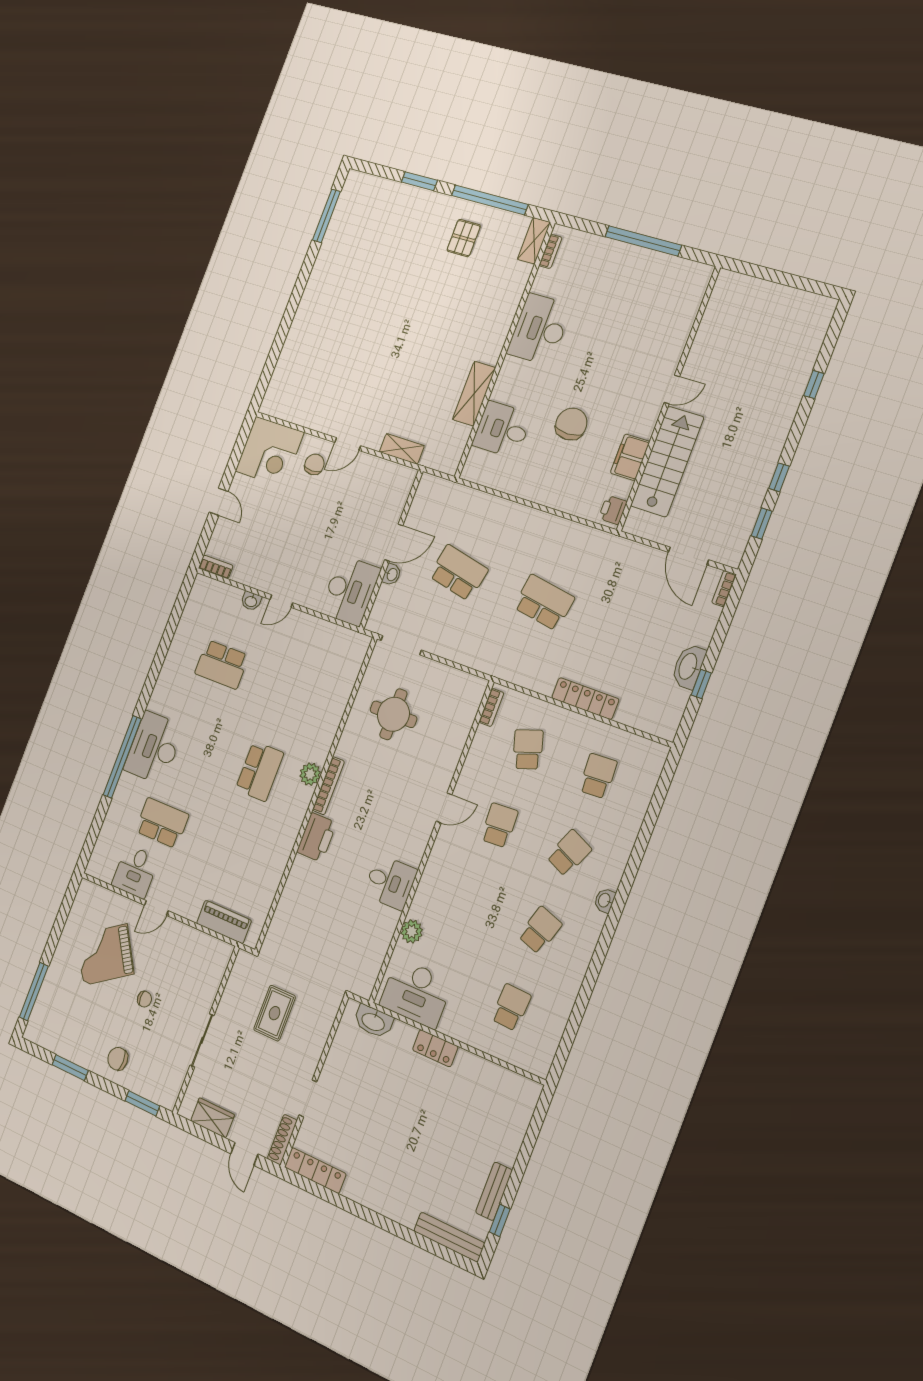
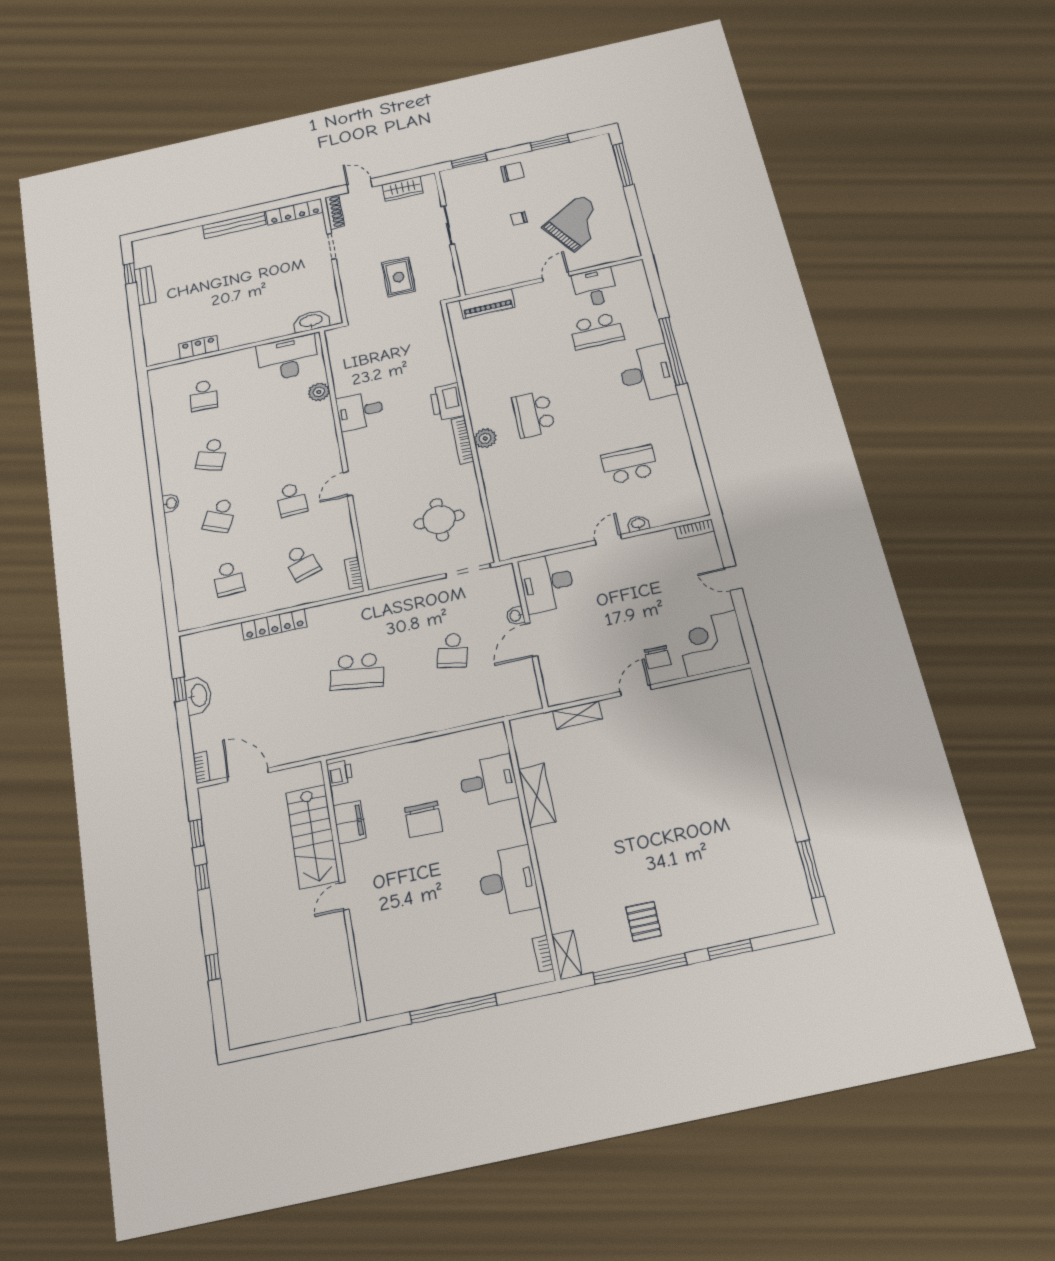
school desk: (458, 573) -> (452, 651), width x0.54
locker: (435, 1048) -> (199, 347), moved
bench: (449, 1237) -> (234, 225), moved

